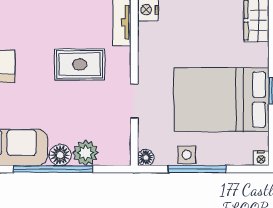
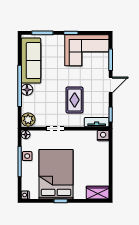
plant: (86, 153) -> (28, 120), moved

